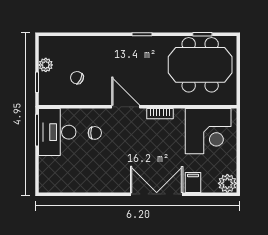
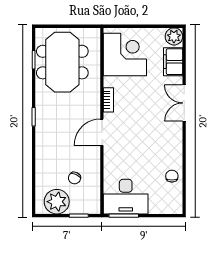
plant: (46, 65) -> (57, 202), width x1.87, depth x1.87
chair: (95, 133) -> (172, 176), moved
filing cabinet: (193, 183) -> (173, 62), width x2.00
double door: (157, 194) -> (184, 103), width x0.73

